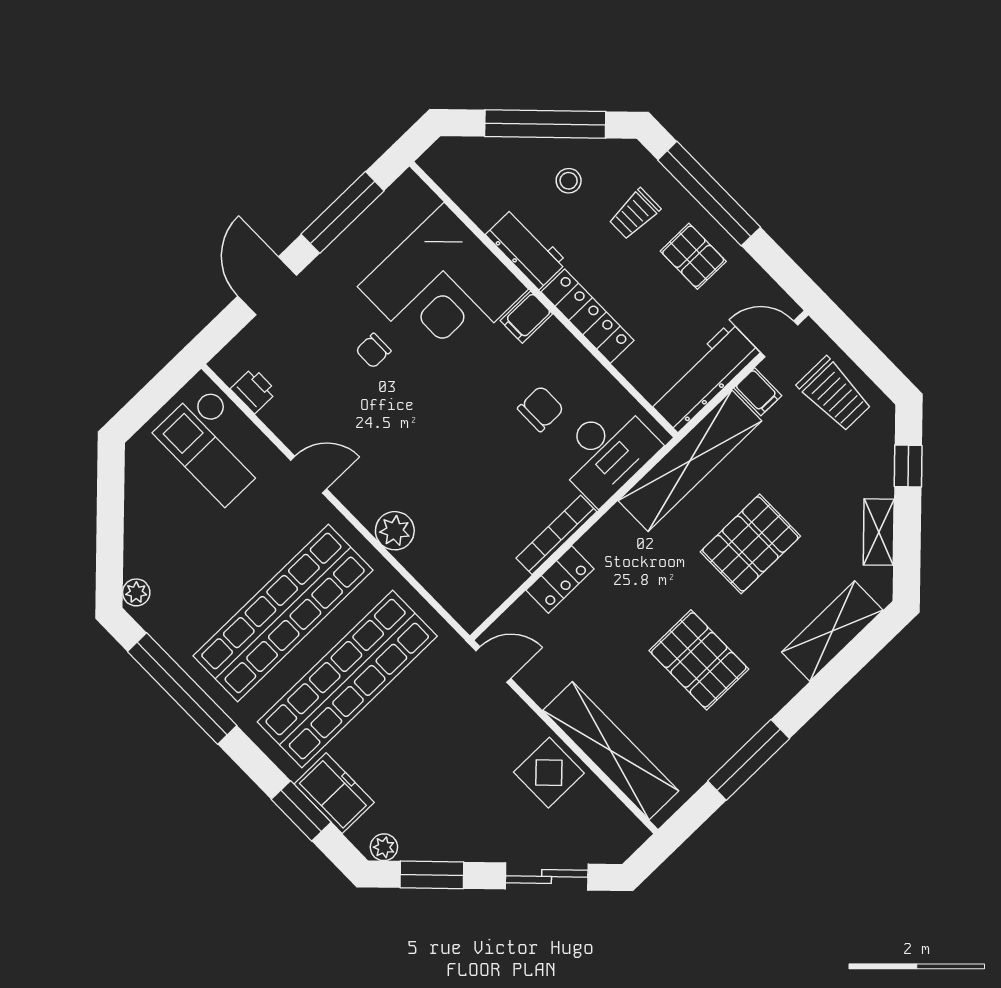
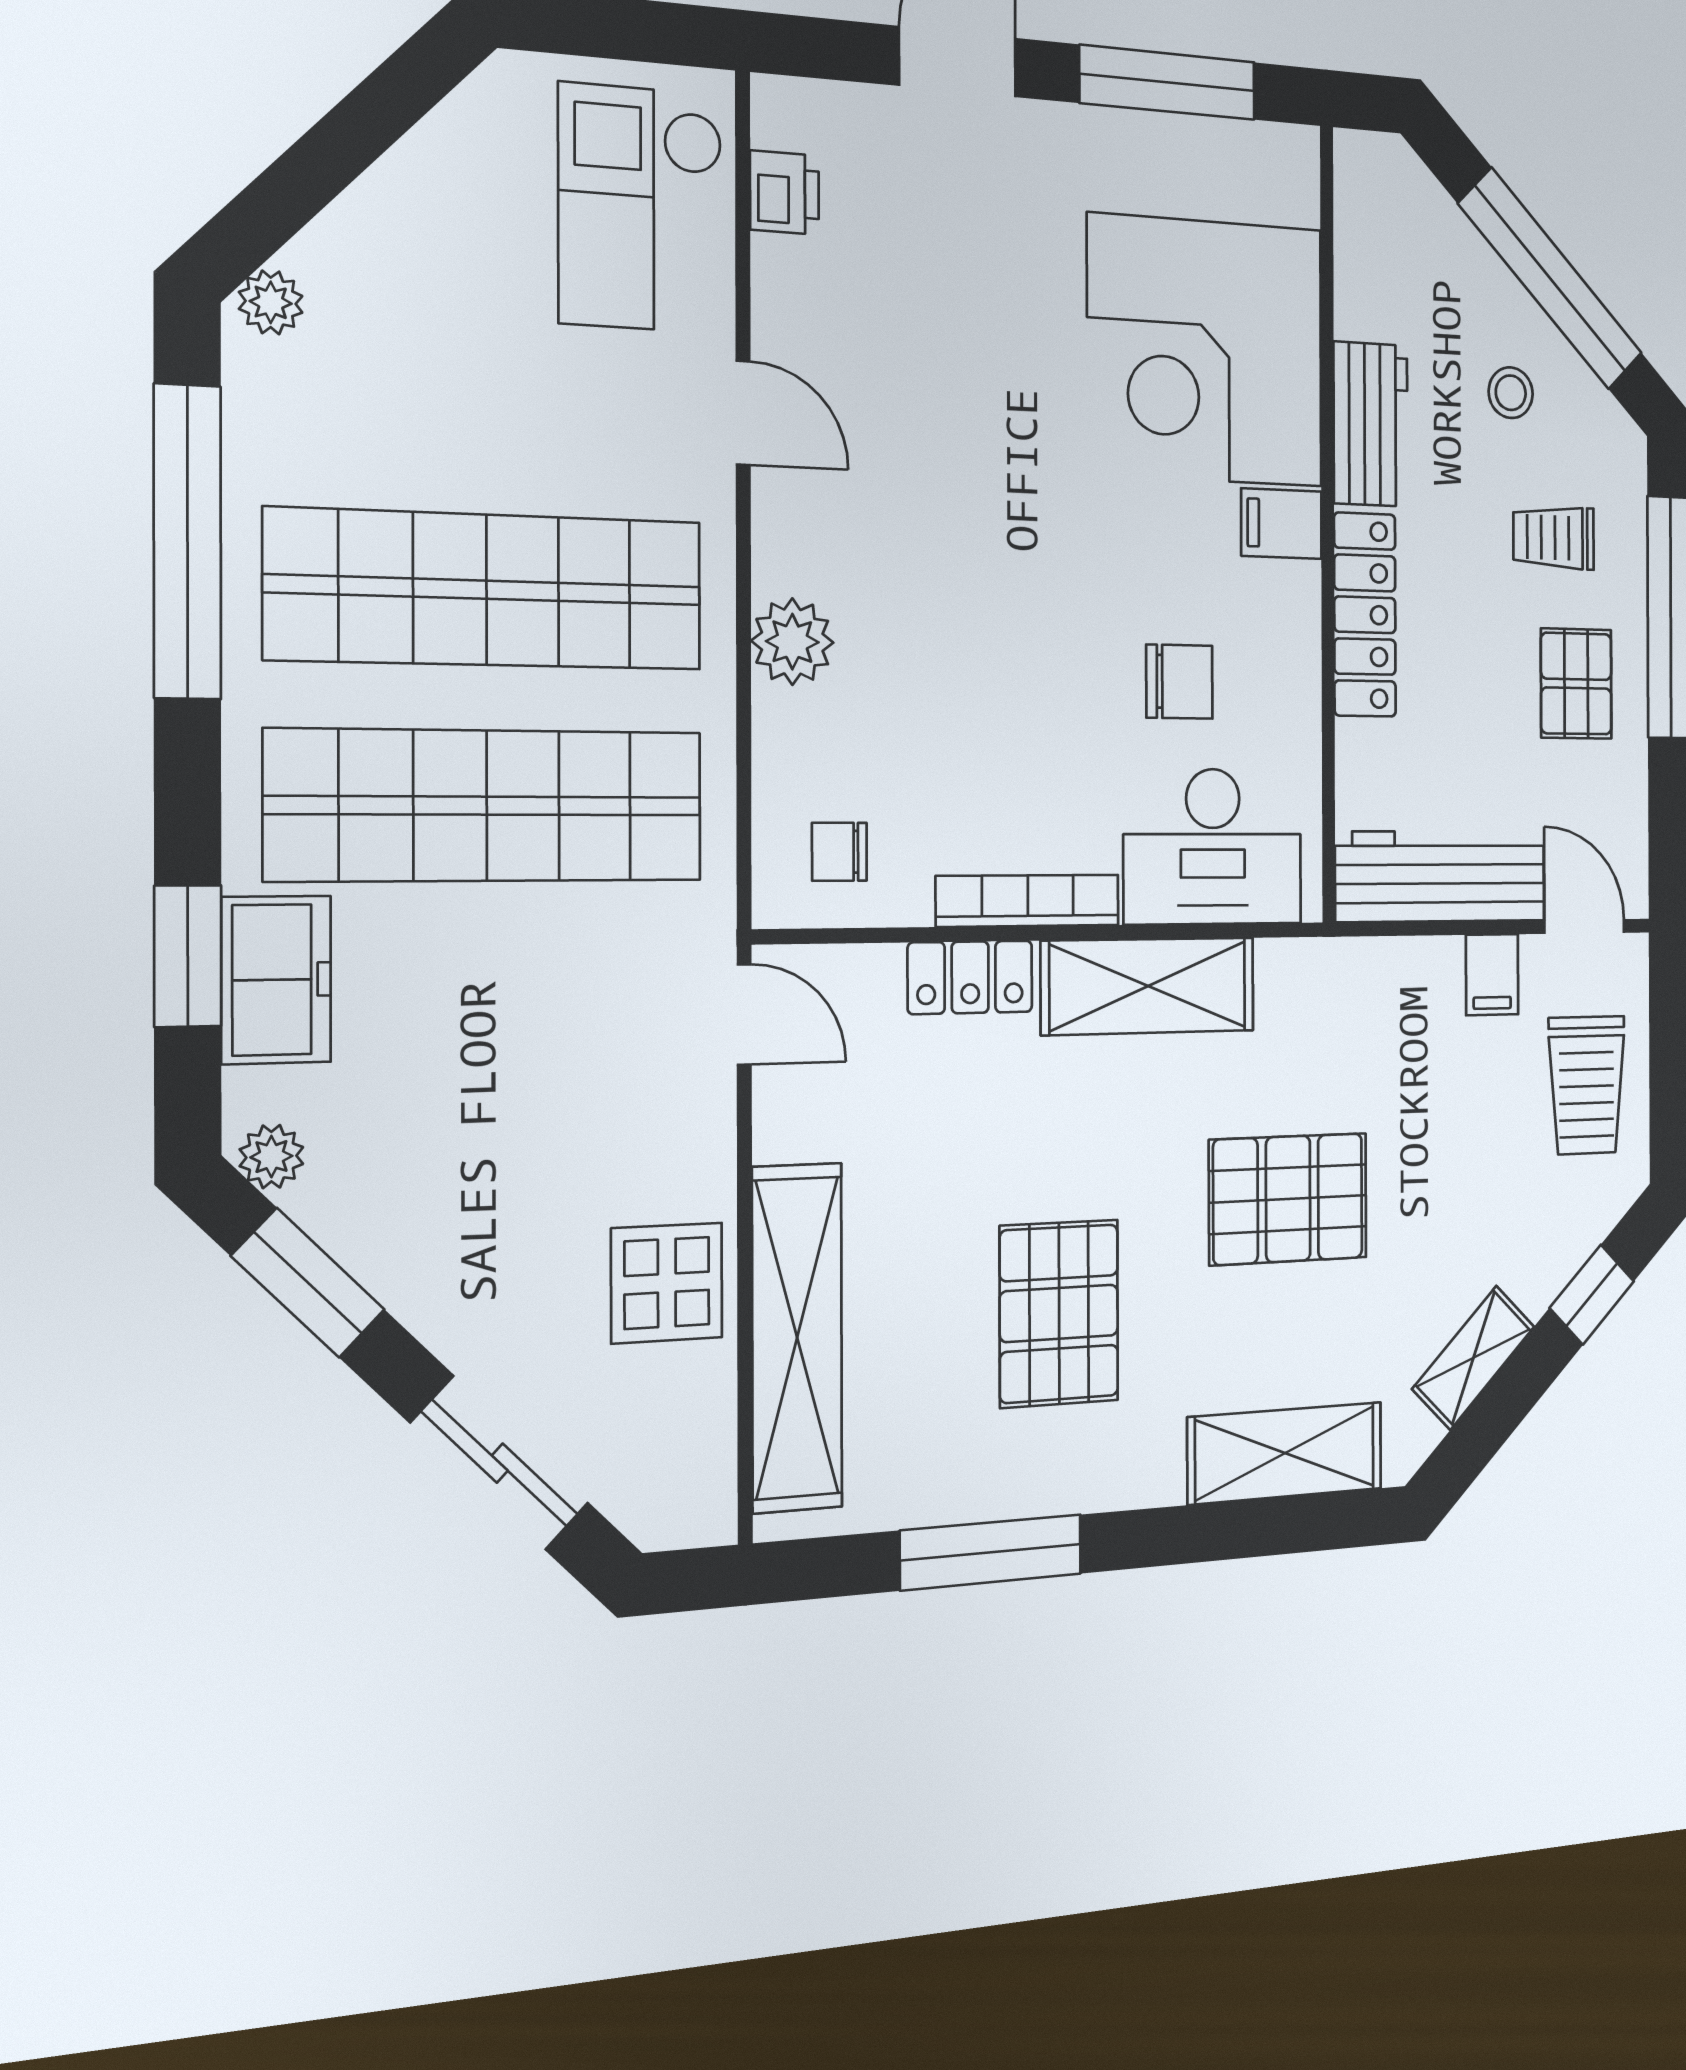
chair: (373, 351) -> (839, 852), moved
shelving: (690, 461) -> (1148, 986), moved, width x0.68

